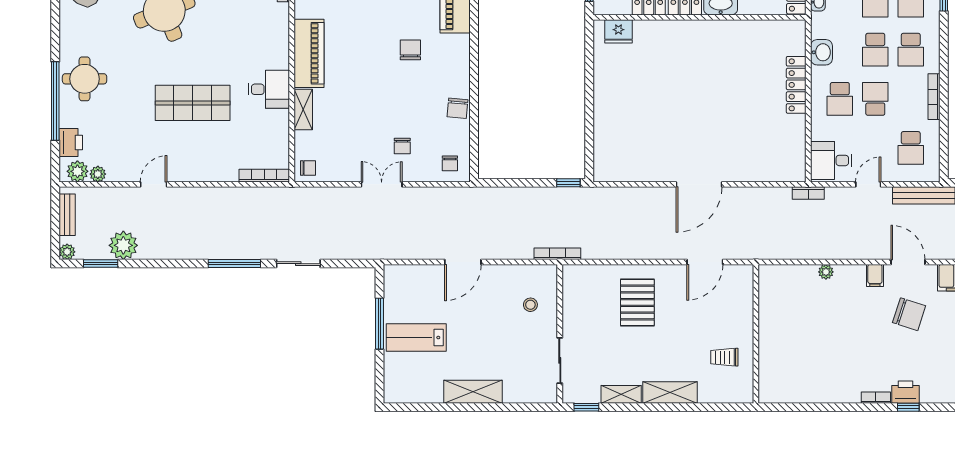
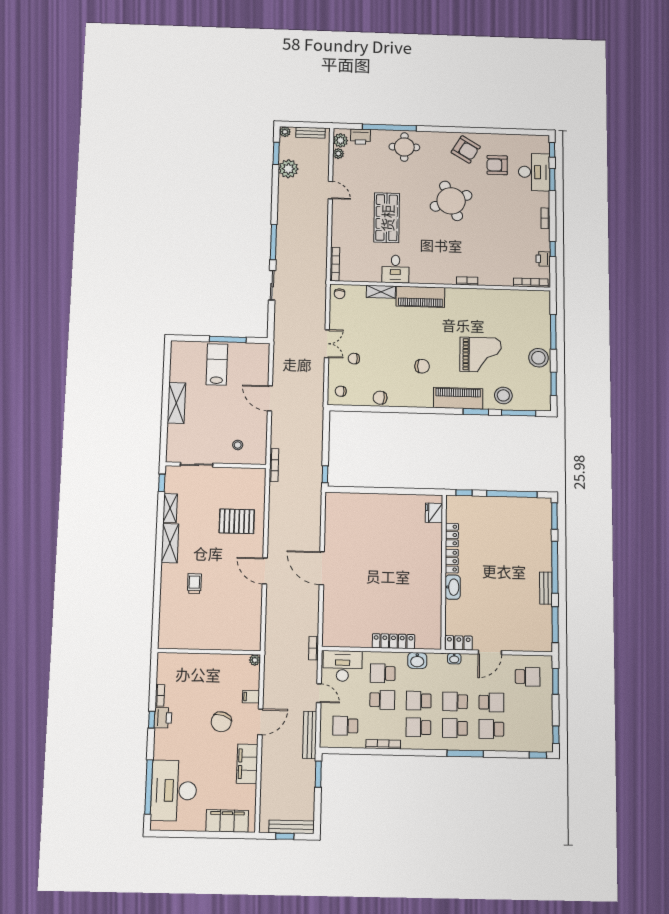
desk: (831, 160) -> (342, 666), width x1.37
wall: (756, 334) -> (209, 652), moved

